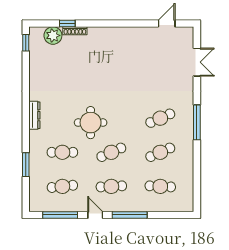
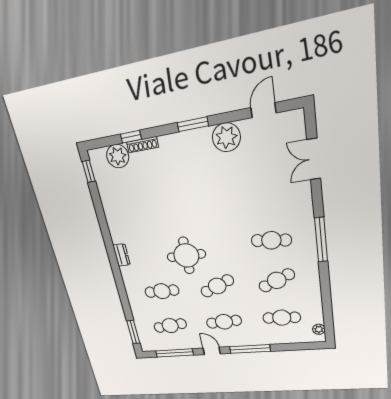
window: (116, 23) -> (193, 124), added
plant: (138, 37) -> (226, 137), added
double door: (197, 62) -> (314, 159), swing flipped
dresser: (34, 115) -> (121, 255), width x0.70
cafe table: (160, 118) -> (271, 240), turned 30
window: (26, 165) -> (133, 332), moved
plant: (189, 200) -> (319, 329), added

